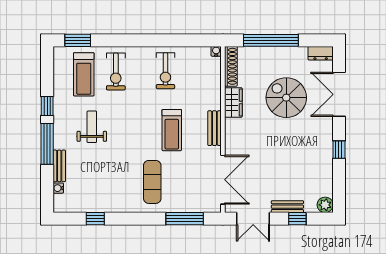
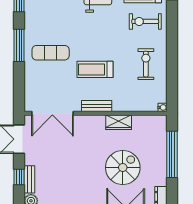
shoe rack: (231, 66) -> (150, 120), removed
exercise bike: (165, 71) -> (146, 64), turned 90
bench: (287, 207) -> (29, 179), moved
window: (185, 219) -> (19, 45), moved

